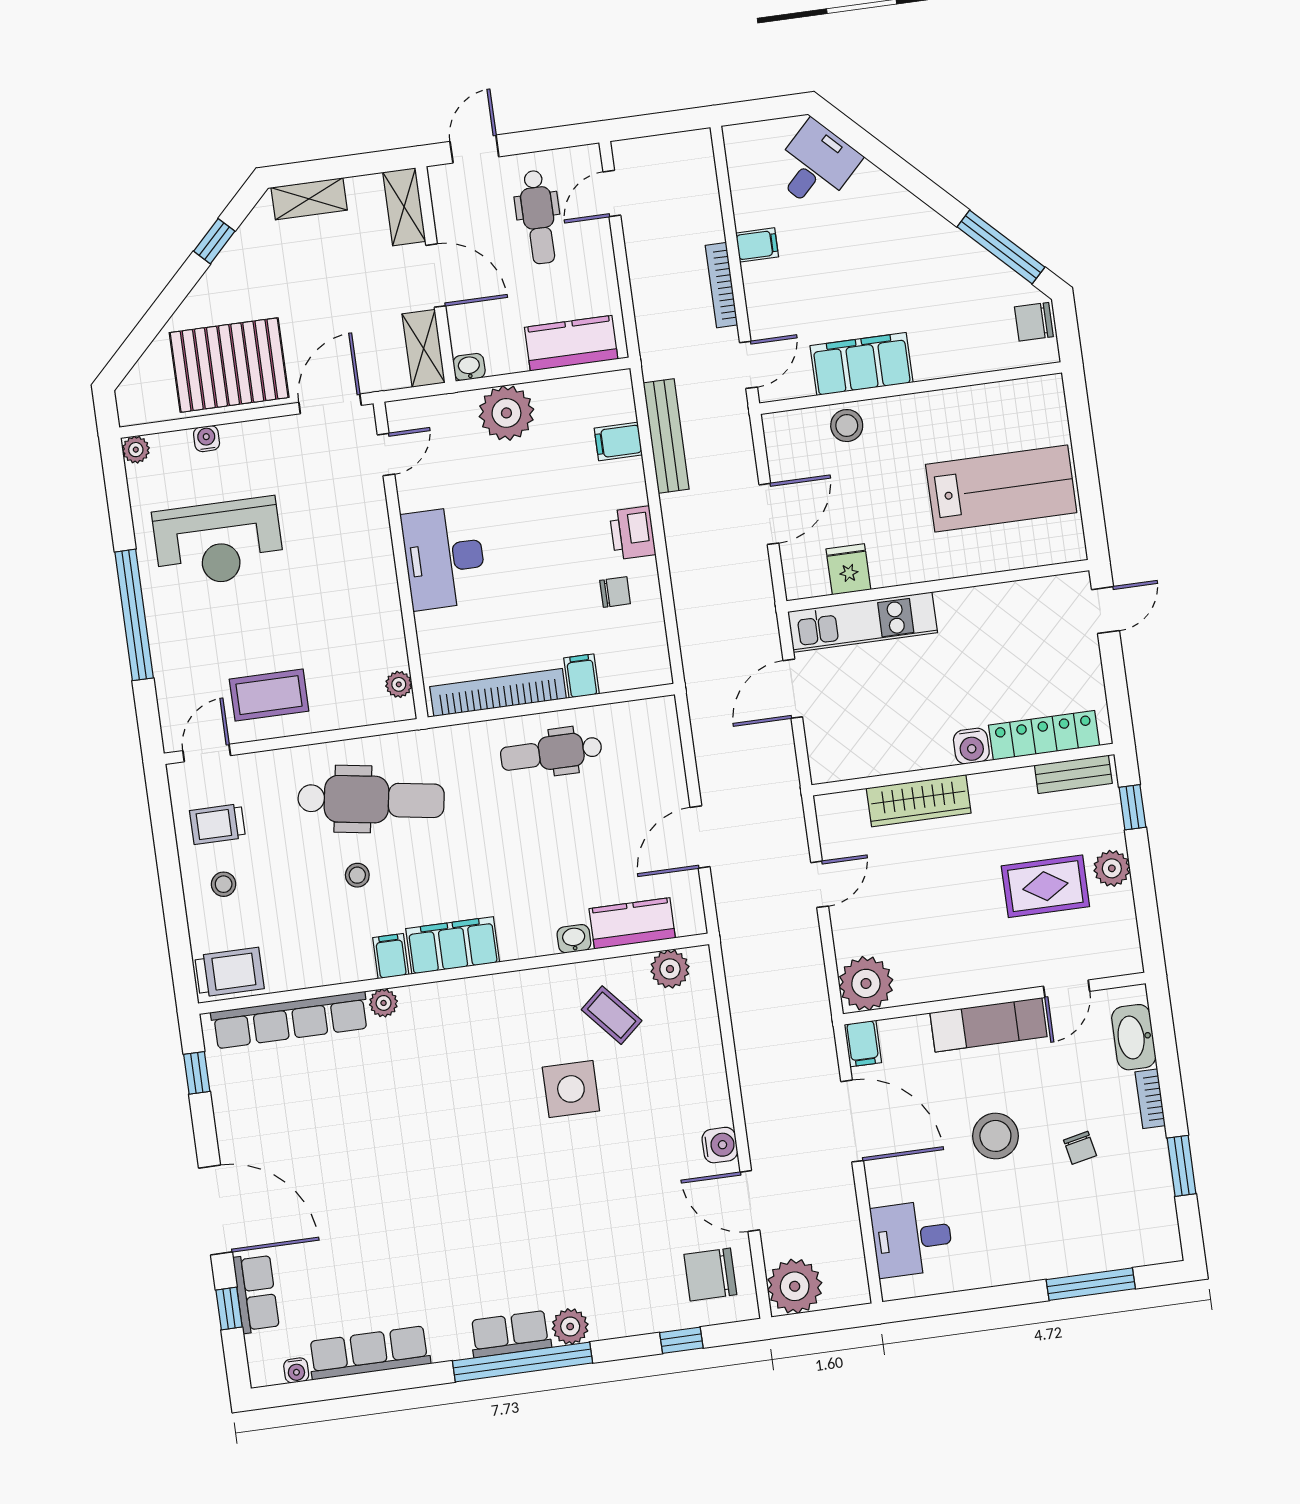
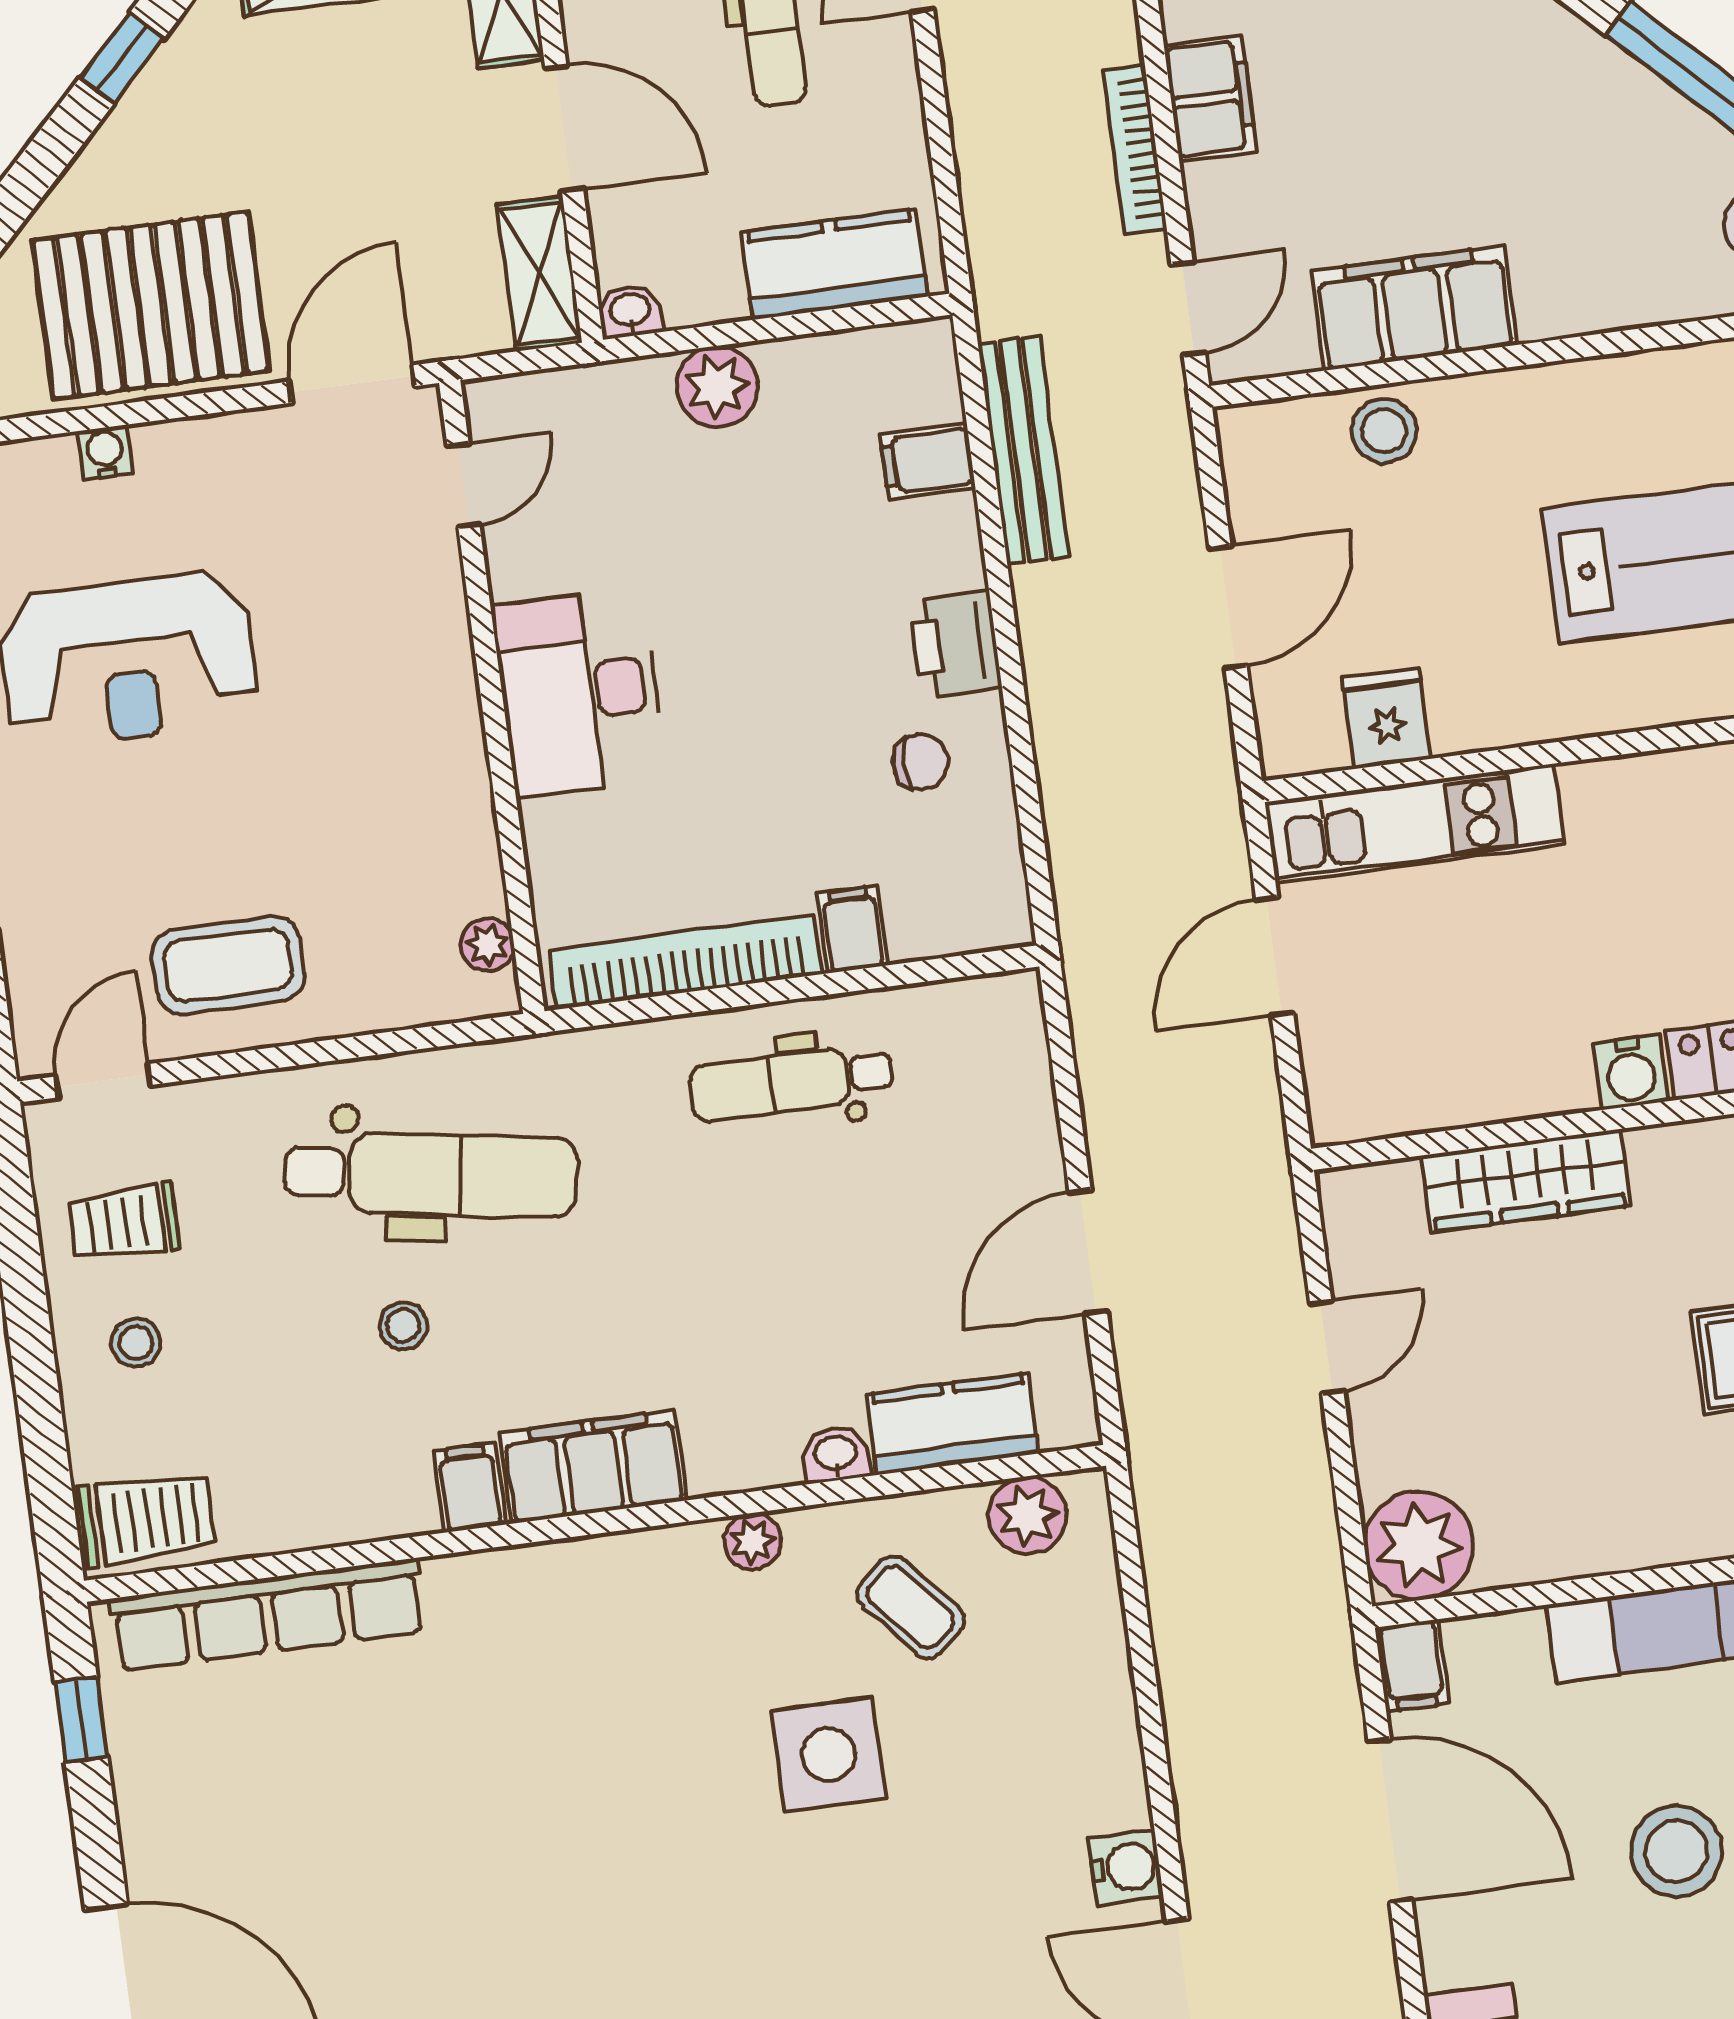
filing cabinet: (757, 245) -> (1210, 98), width x2.00
plant: (506, 413) -> (717, 387), width x0.73, depth x0.73
plant: (384, 1003) -> (753, 1541), moved

